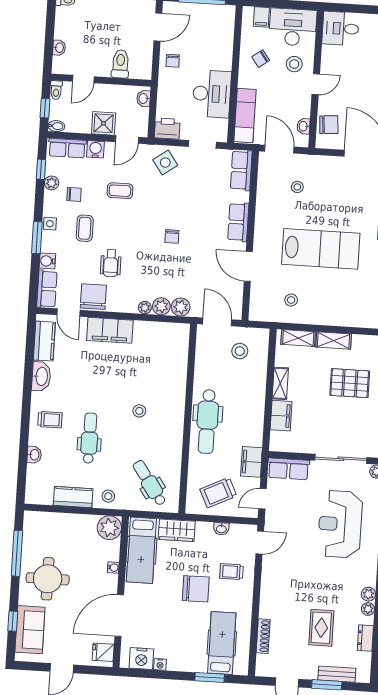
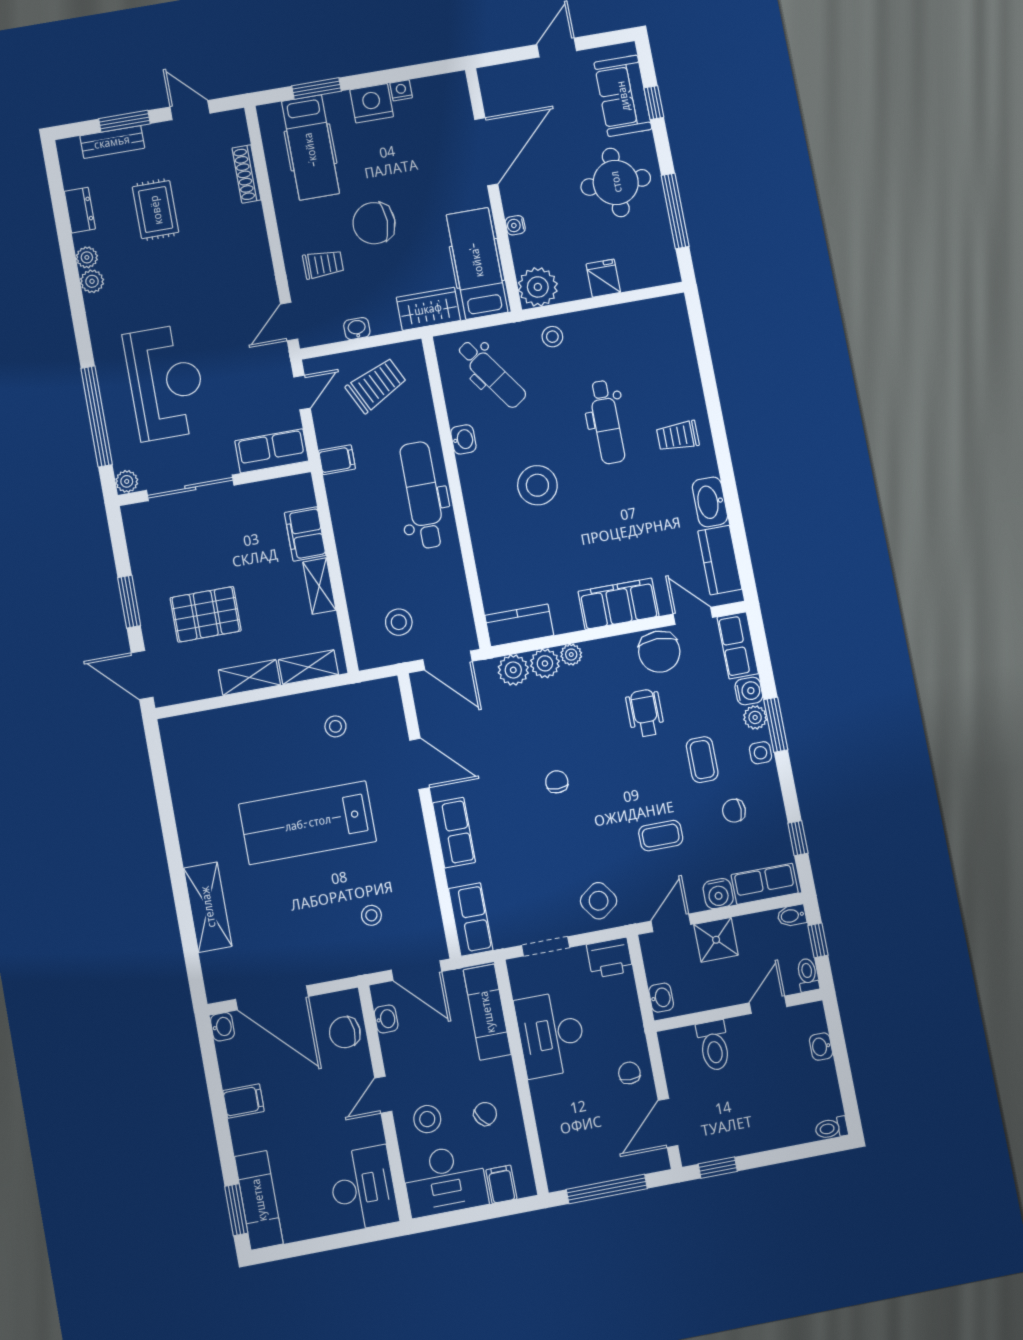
desk: (341, 28) -> (363, 1188), width x1.37
plant: (52, 183) -> (755, 717), moved
stool: (139, 411) -> (537, 485), width x1.89, depth x1.89
washbasin: (34, 455) -> (463, 439), moved, turned 180
filing cabinet: (251, 462) -> (337, 460), width x0.50
kitchen counter: (73, 497) -> (519, 625), moved, turned 180
fridge: (103, 652) -> (603, 278), moved, turned -90
nightstand: (141, 658) -> (372, 103), moved

